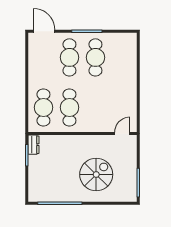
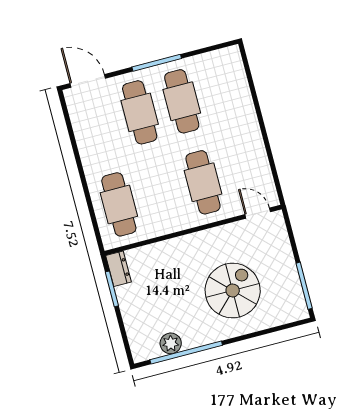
cafe table: (69, 107) -> (203, 182), moved
door: (122, 134) -> (258, 213), hinge flipped
plant: (52, 196) -> (171, 343), added

